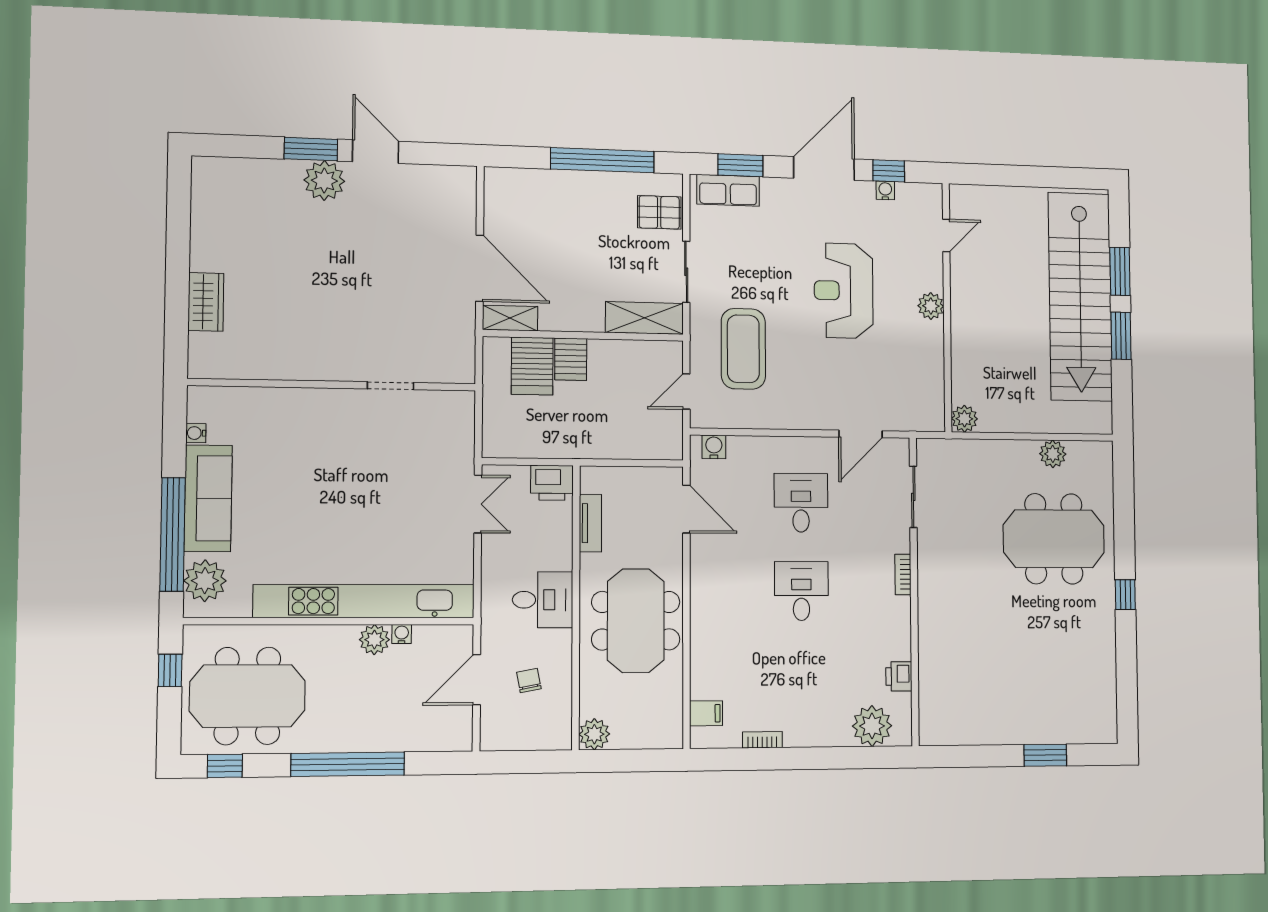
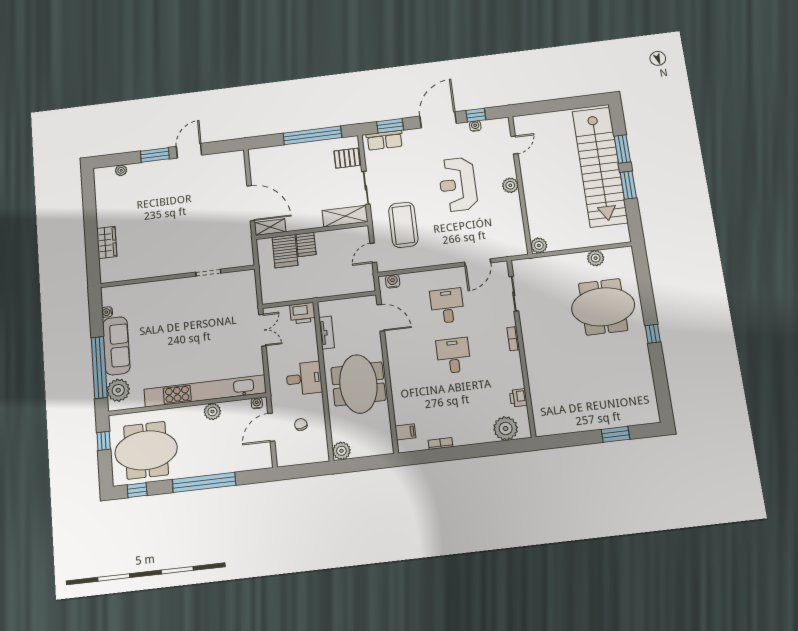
door: (375, 152) -> (189, 151), hinge flipped
plant: (324, 181) -> (121, 170), moved, width x0.53, depth x0.53
water cooler: (402, 634) -> (257, 403), moved

